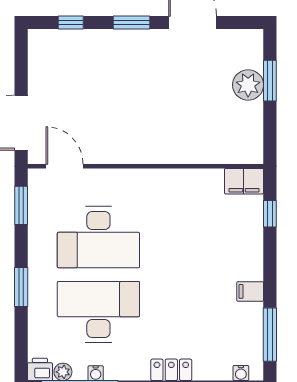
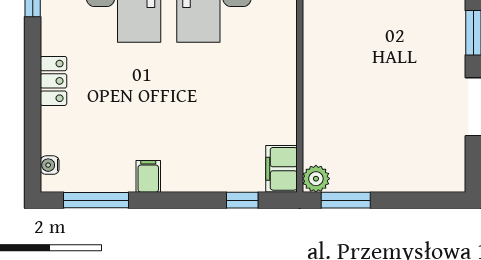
window: (270, 81) -> (346, 200), moved
plant: (248, 85) -> (316, 179), moved, width x0.73, depth x0.73

